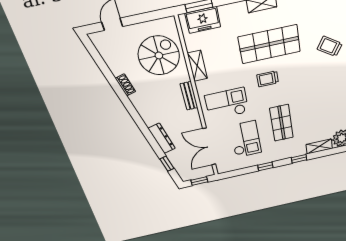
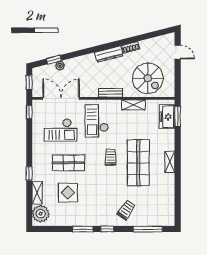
checkout: (227, 104) -> (97, 121), turned 180
display table: (316, 116) -> (68, 193), added
dresser: (162, 138) -> (109, 54), moved
plant: (172, 156) -> (60, 66), added
window: (265, 166) -> (29, 112), moved

